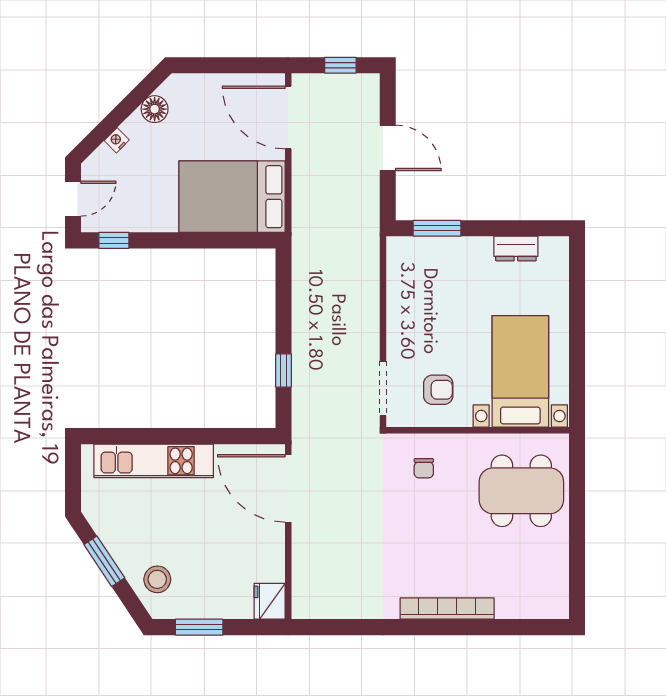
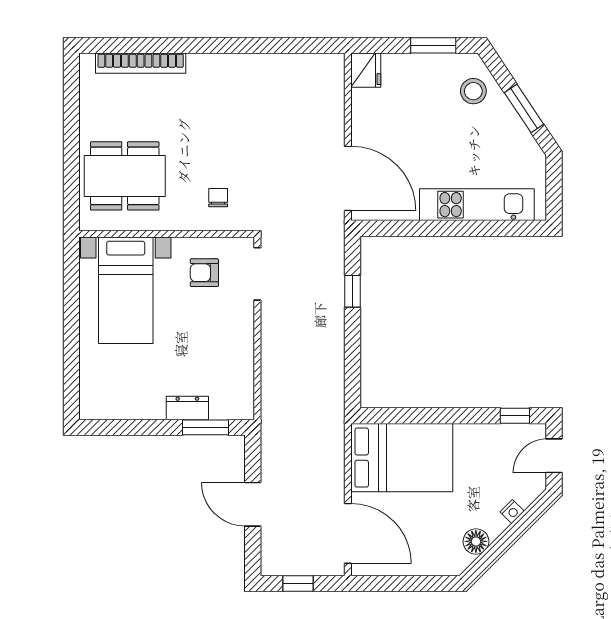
dresser: (516, 249) -> (187, 408), moved
bookcase: (447, 609) -> (141, 63), moved

